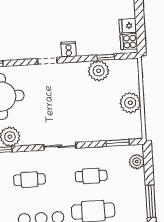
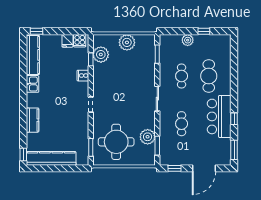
cooker: (69, 49) -> (83, 76), moved
plant: (99, 71) -> (101, 55), moved
plant: (137, 162) -> (188, 40), moved
window: (151, 201) -> (204, 31), width x0.46

